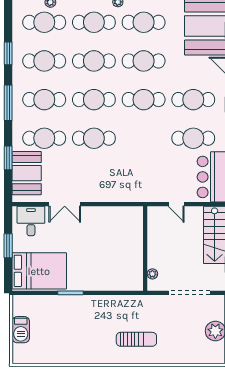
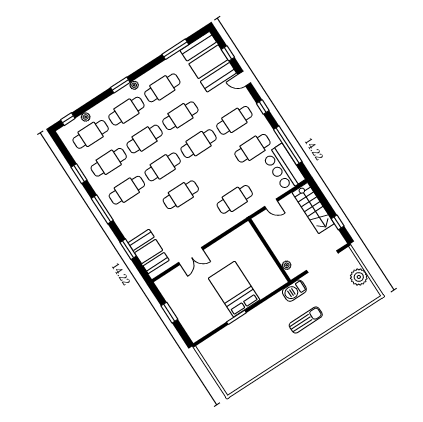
cafe table: (44, 138) -> (235, 199), moved
desk: (31, 221) -> (174, 284), removed
bed: (39, 271) -> (234, 289), moved, turned -90
barbecue: (21, 330) -> (294, 291), moved, turned 90

